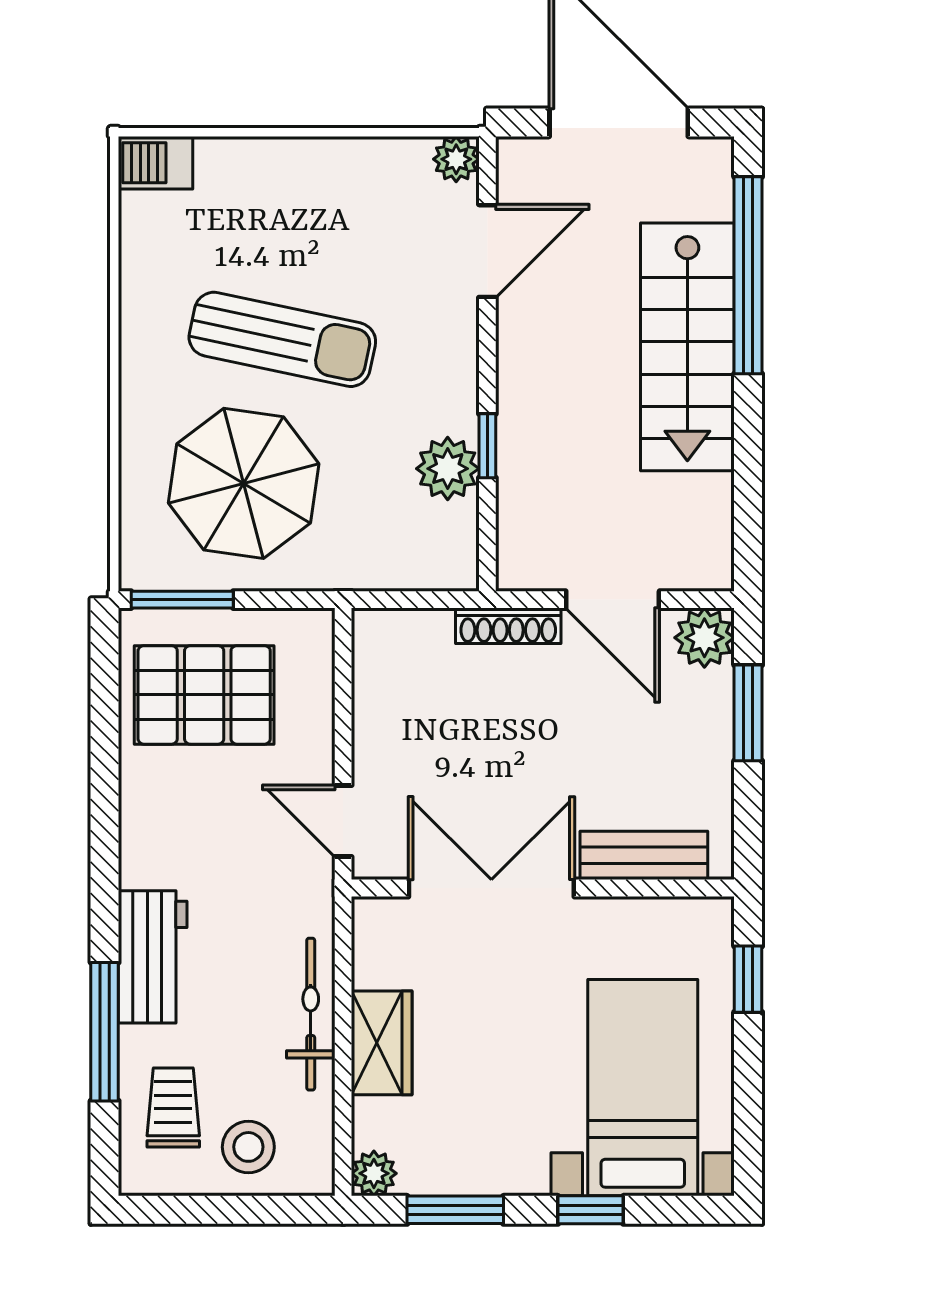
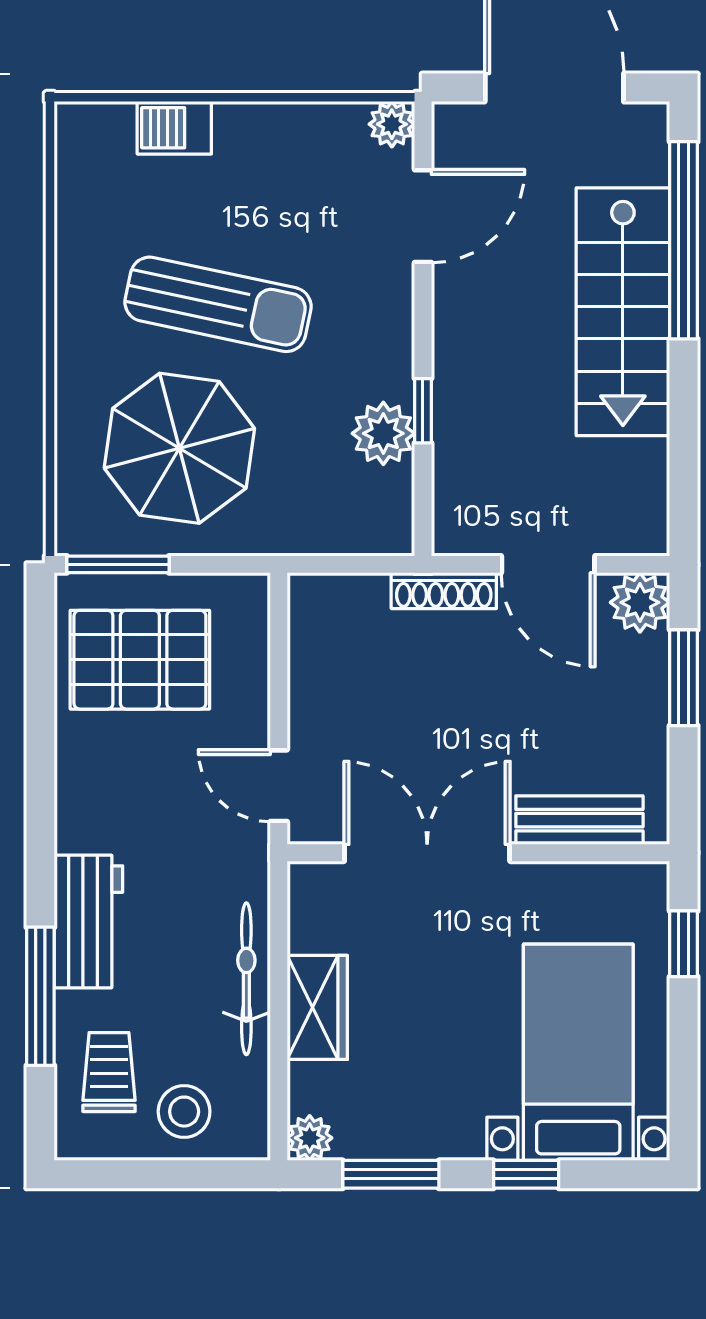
barbecue: (156, 163) -> (174, 128), moved

